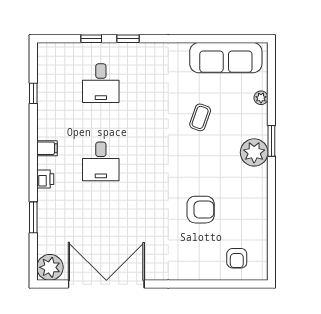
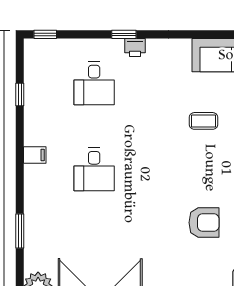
window: (91, 39) -> (45, 34), moved
coffee table: (200, 117) -> (203, 121), turned 71
printer: (45, 179) -> (135, 47), moved, turned 90

